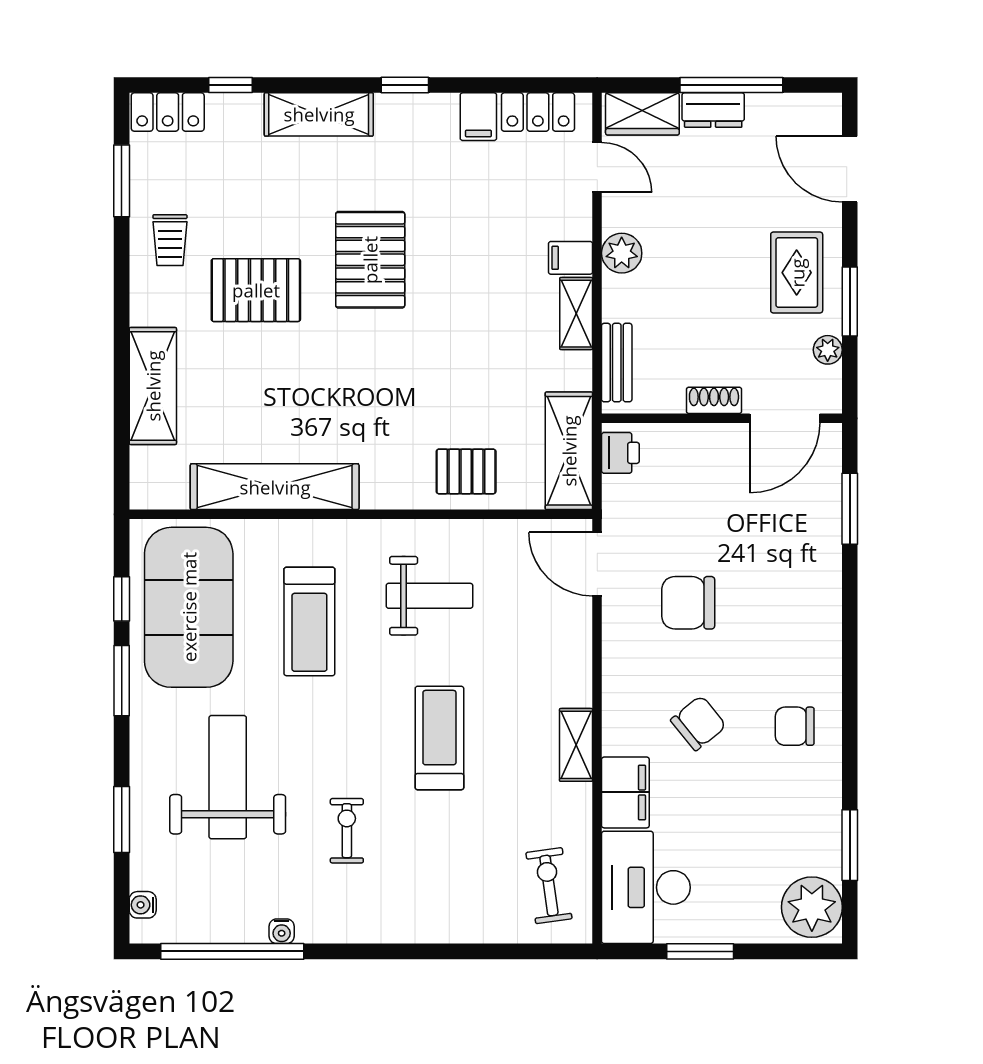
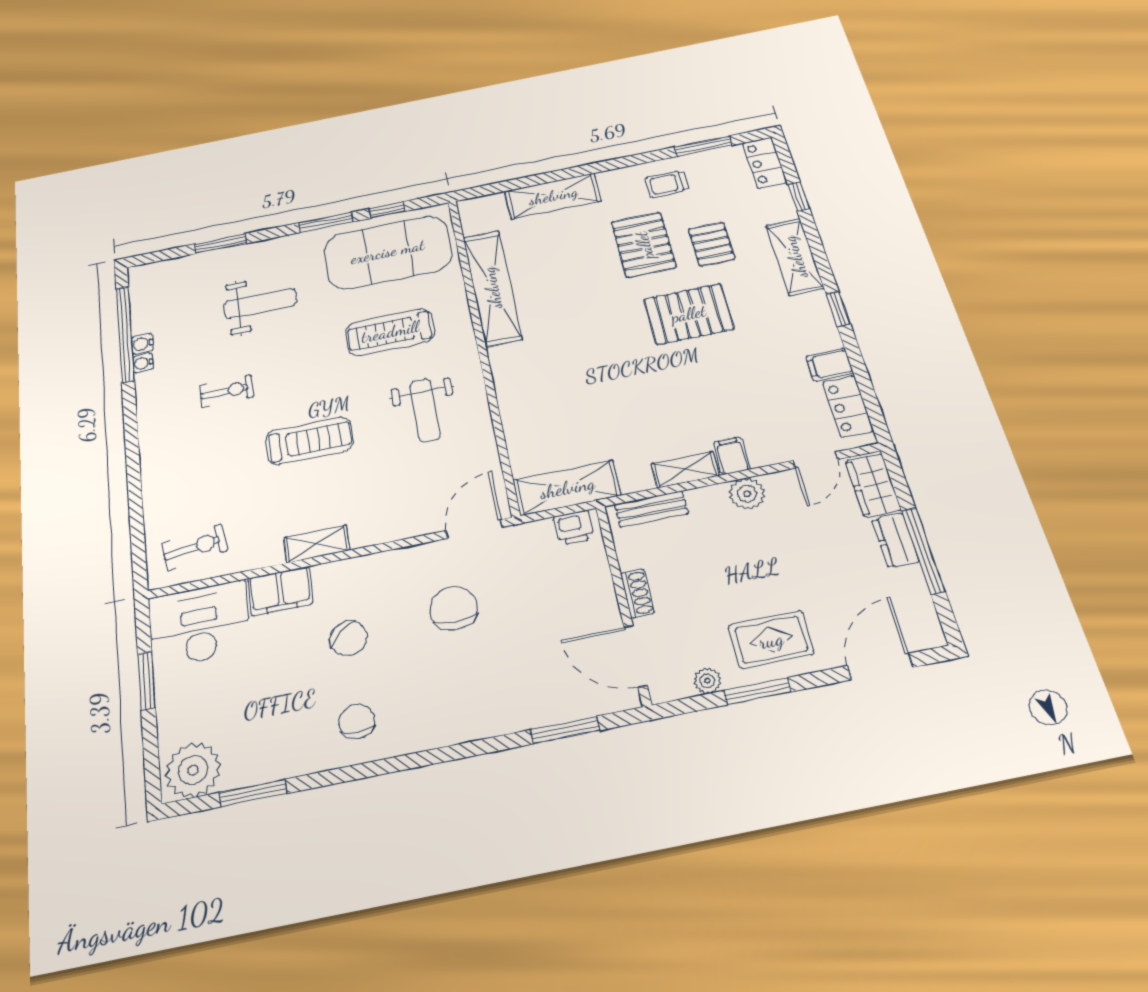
pallet: (466, 471) -> (711, 244), moved
weight bench: (228, 777) -> (260, 303), width x0.73, depth x0.75
water cooler: (143, 905) -> (142, 344), moved, turned -90

